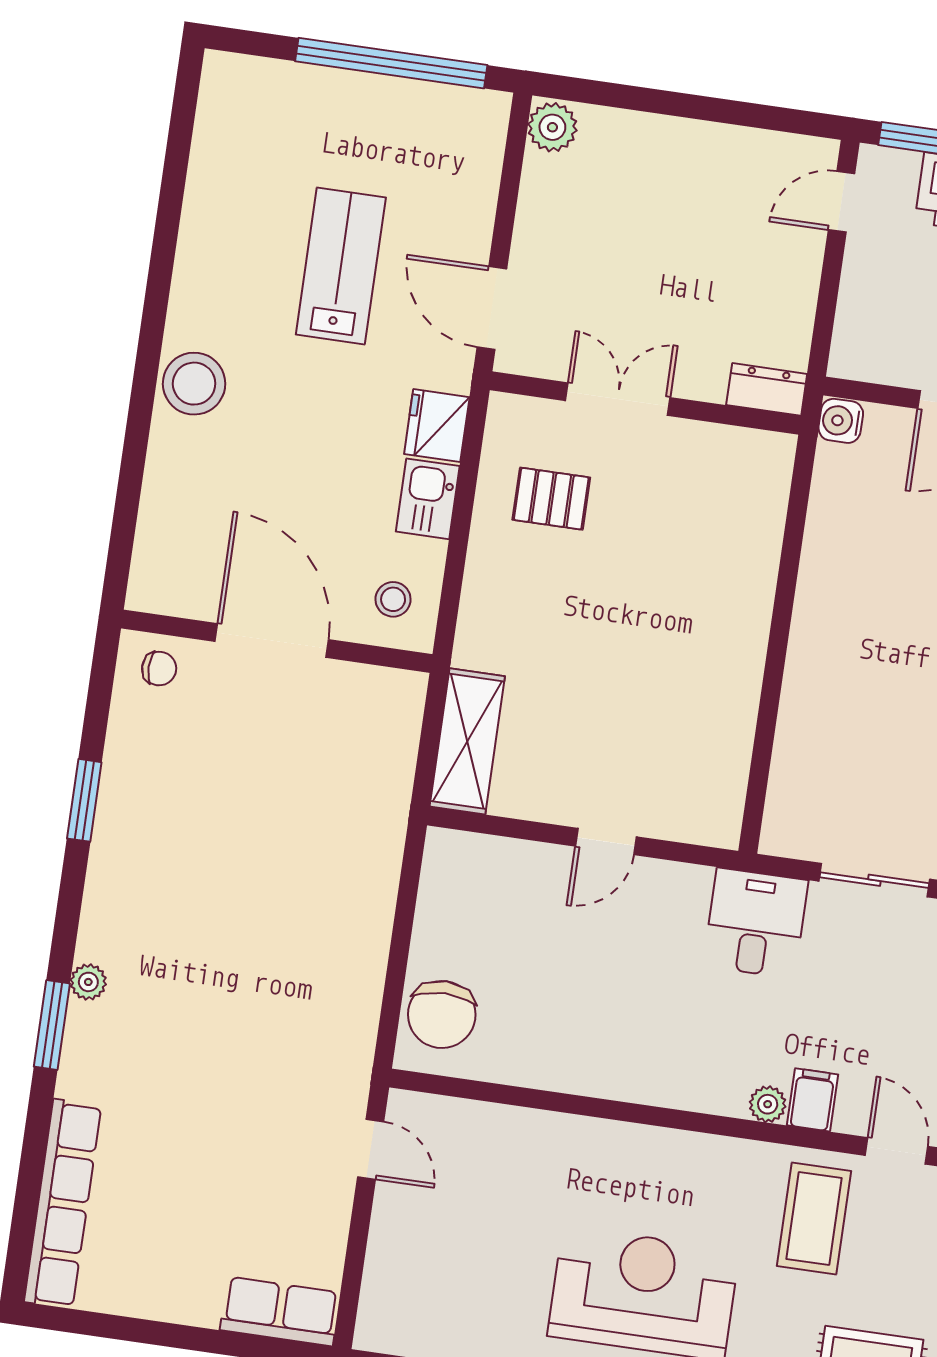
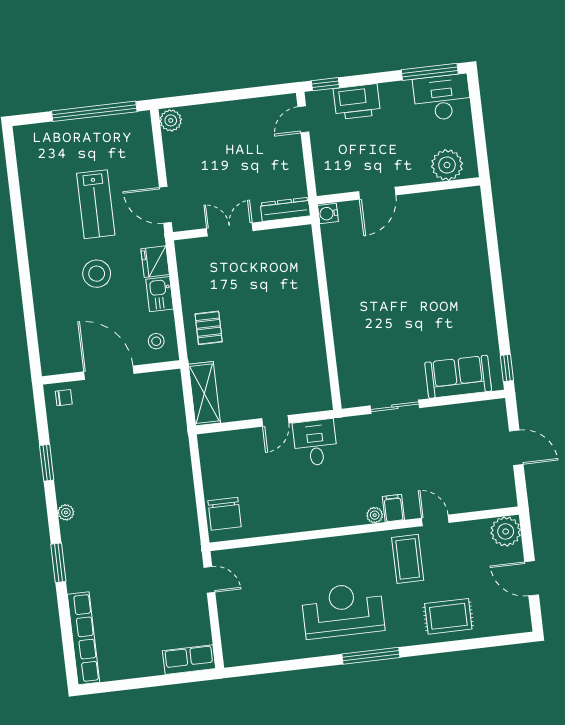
lab bench: (341, 266) -> (96, 204), turned 180
stool: (194, 384) -> (97, 274), moved
dresser: (767, 389) -> (285, 209), width x1.44
pallet: (551, 499) -> (209, 328), moved, turned 90
desk: (756, 923) -> (315, 443), moved
plant: (88, 982) -> (66, 512), moved

